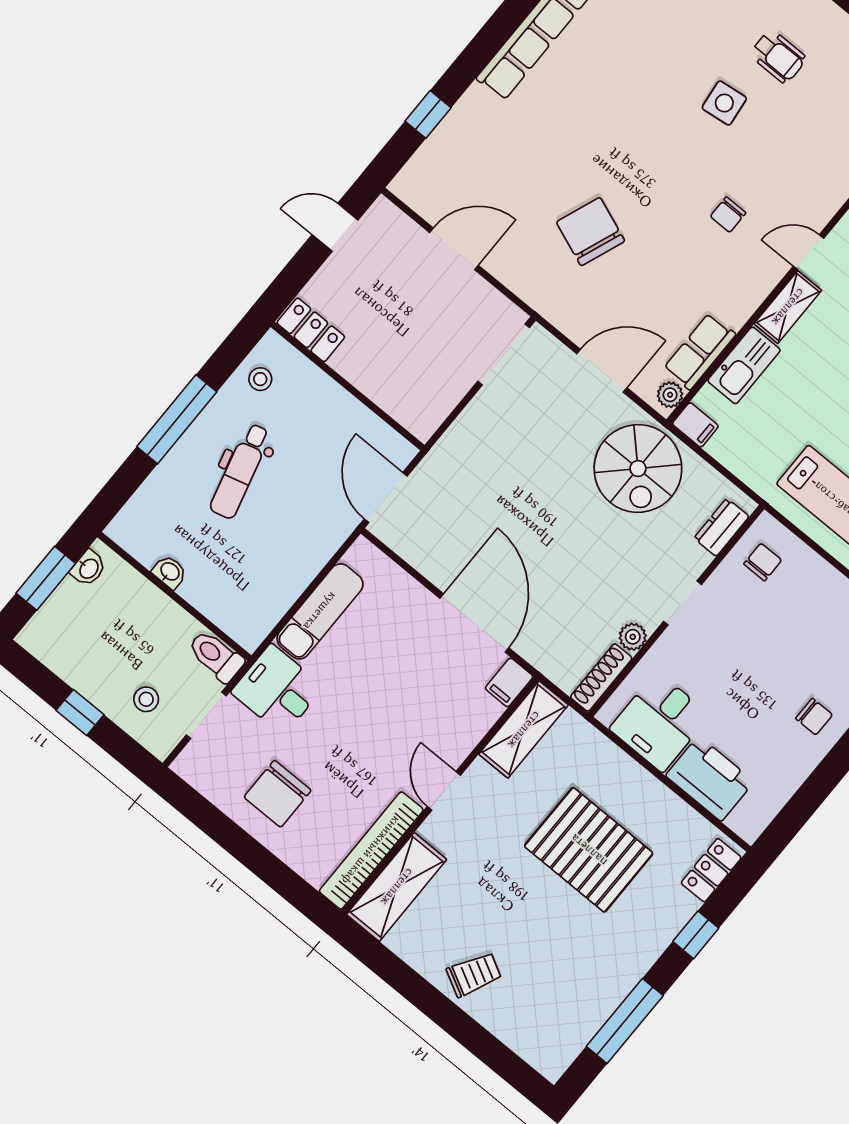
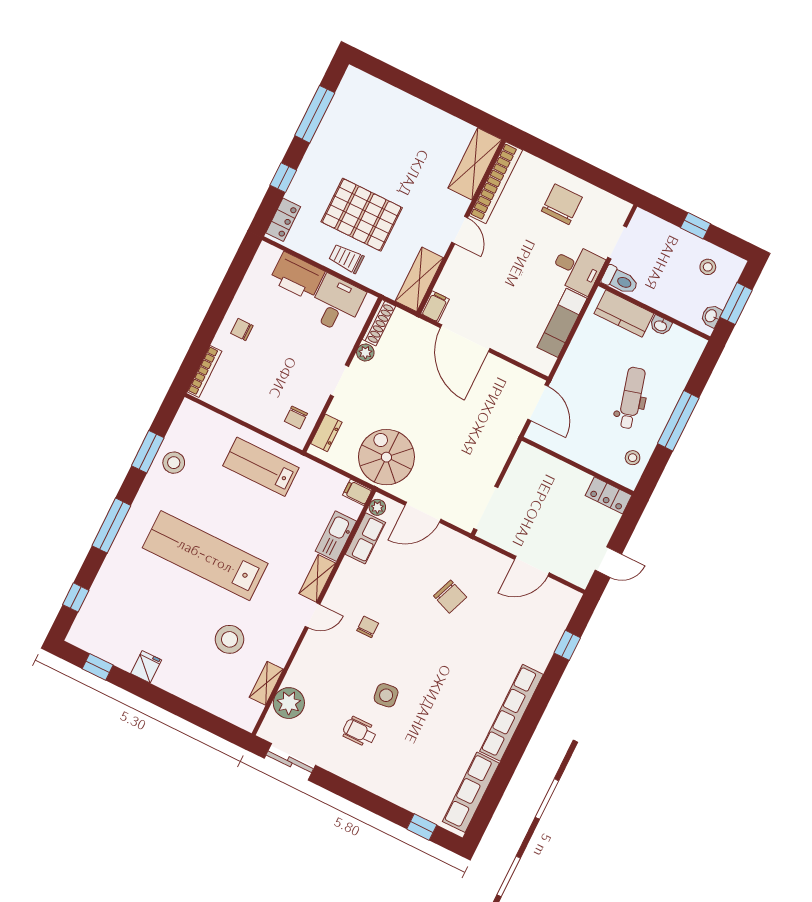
chair: (591, 232) -> (450, 597), width x0.73, depth x0.73
kitchen counter: (222, 603) -> (624, 314), added
stool: (146, 699) -> (708, 267), moved
trolley: (474, 974) -> (346, 258), moved, turned 62

